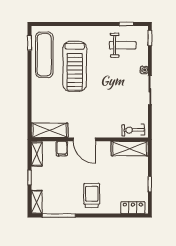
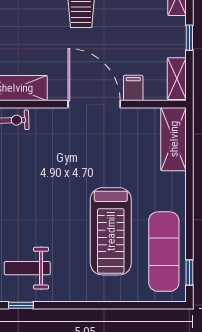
treadmill: (75, 66) -> (111, 231), turned 180
shelving: (50, 130) -> (174, 139), moved, turned 90
door: (84, 139) -> (94, 104), width x1.36

